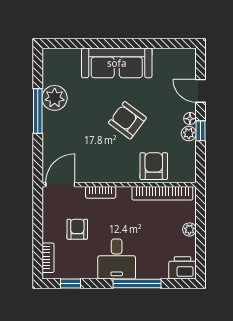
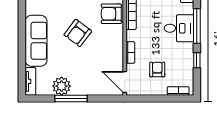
tv unit: (61, 55) -> (30, 81), added
armchair: (77, 229) -> (157, 70), turned 90
desk: (117, 259) -> (179, 28), moved
window: (71, 284) -> (197, 60), moved

